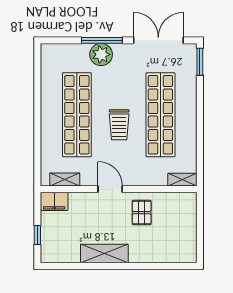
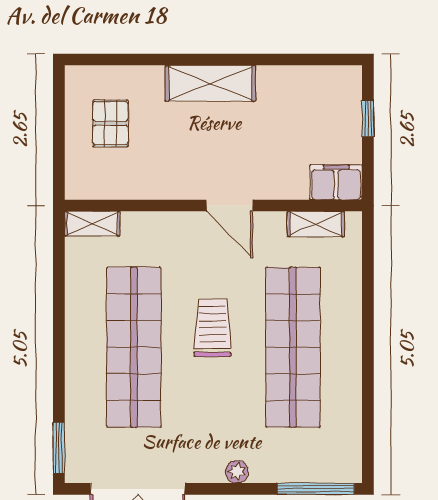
window: (102, 40) -> (316, 489), moved
plant: (101, 54) -> (237, 472), width x0.53, depth x0.53
pallet: (142, 213) -> (110, 123), moved
shelving: (104, 253) -> (210, 83), moved

